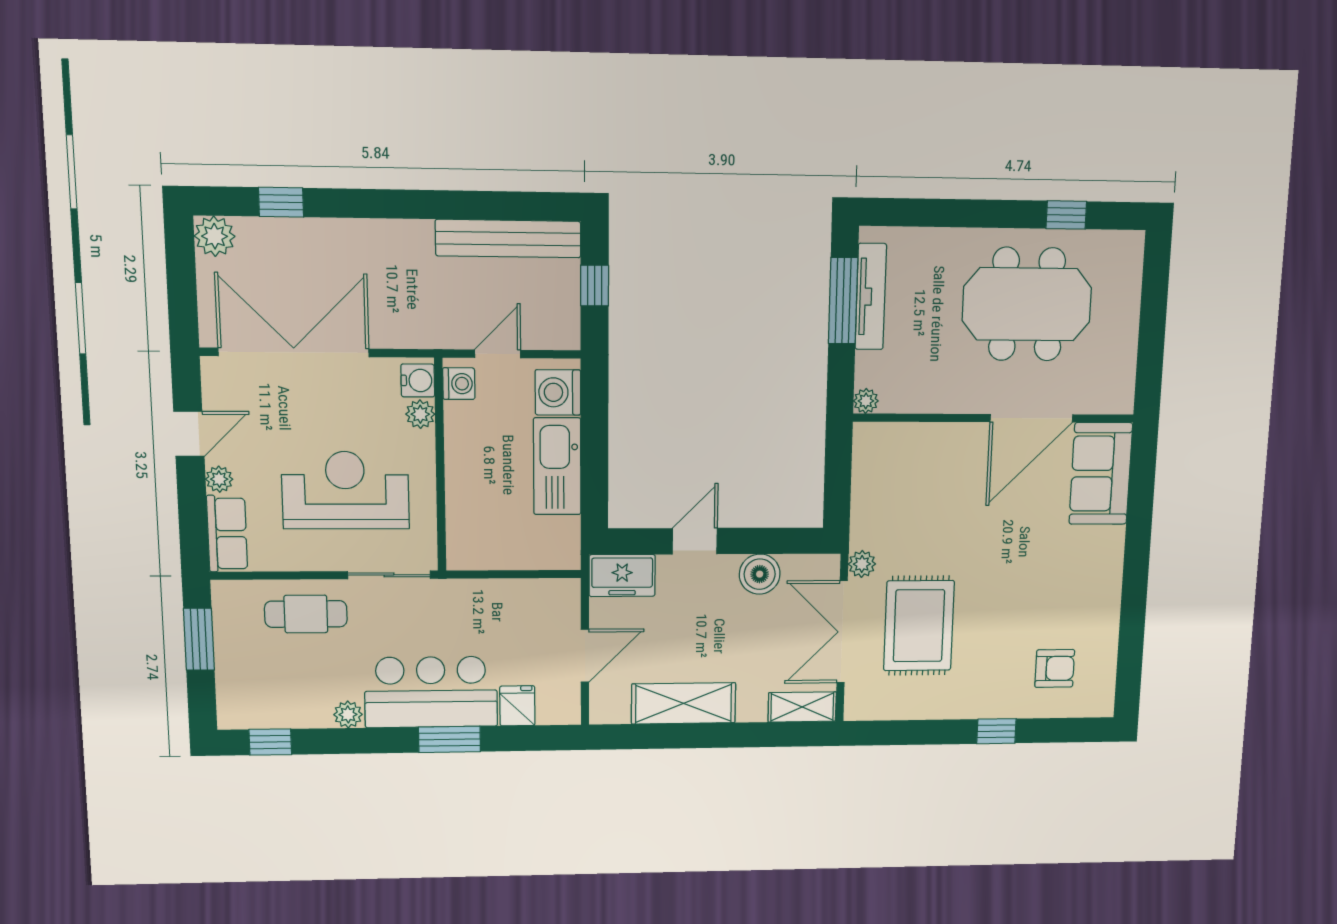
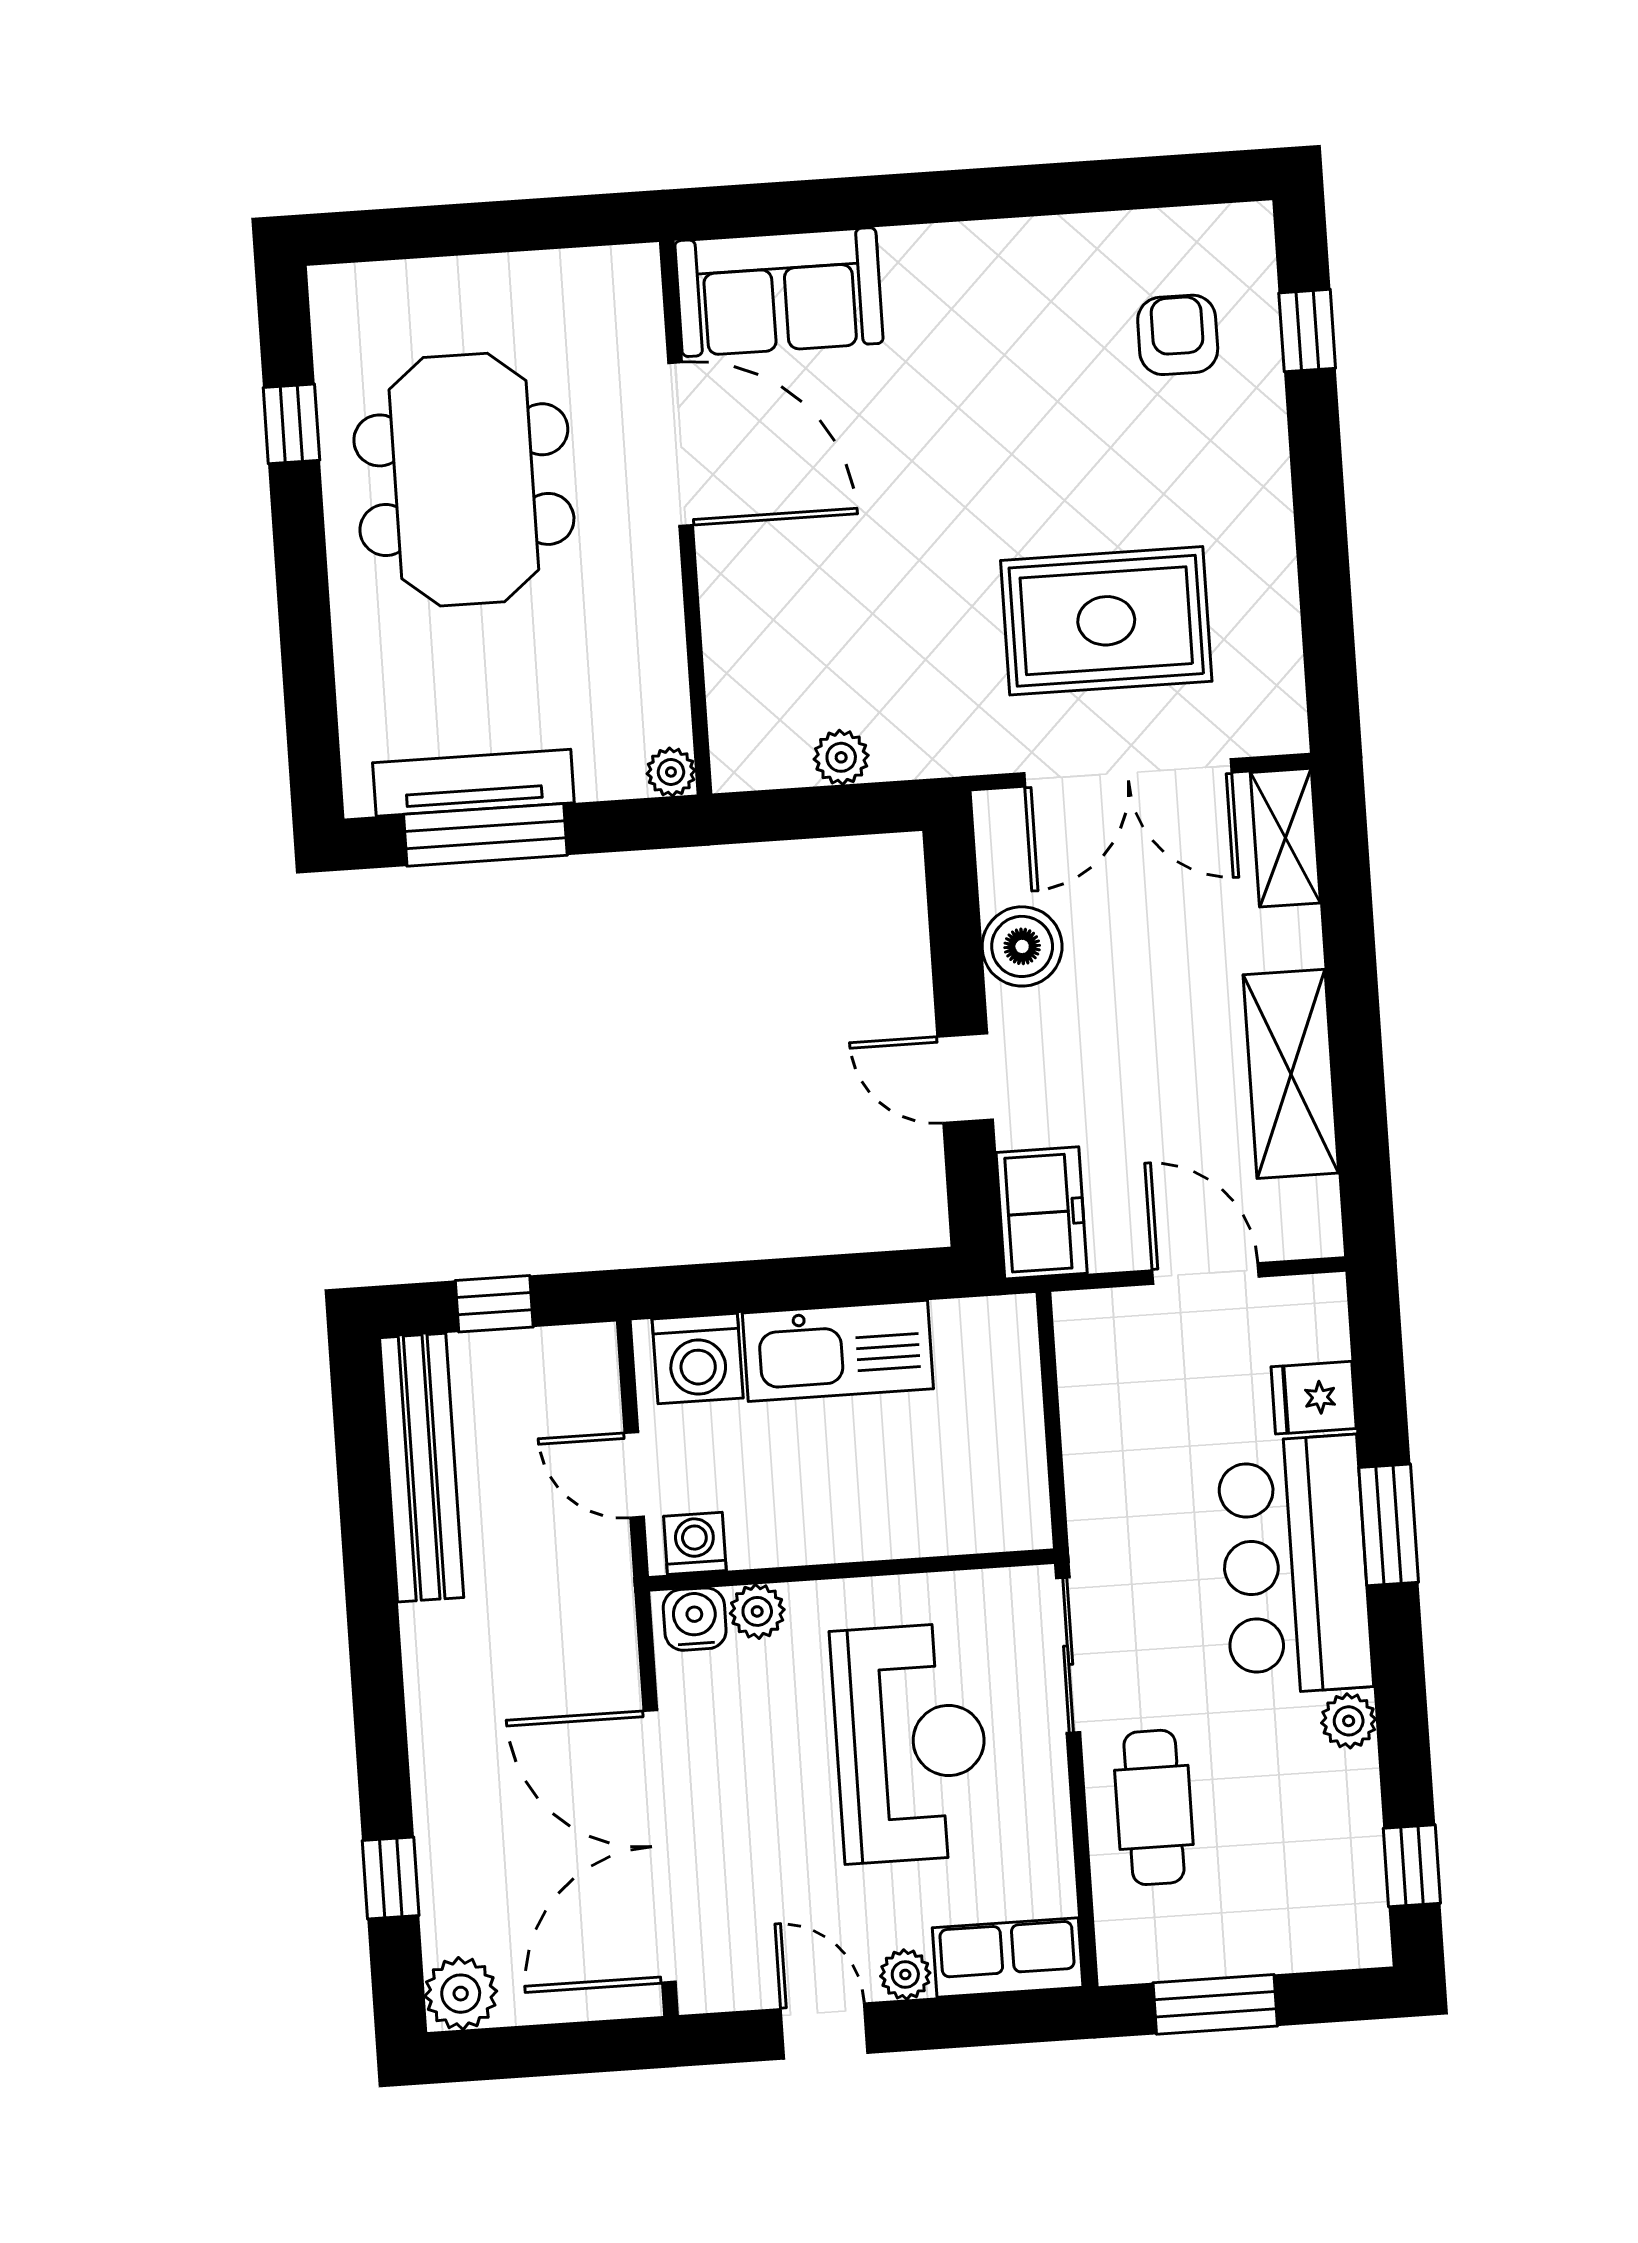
reception desk: (345, 490) -> (910, 1743), turned 180
plant: (862, 564) -> (841, 757), moved
window: (996, 731) -> (1307, 331), moved

